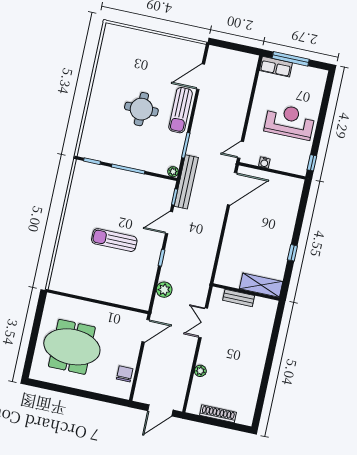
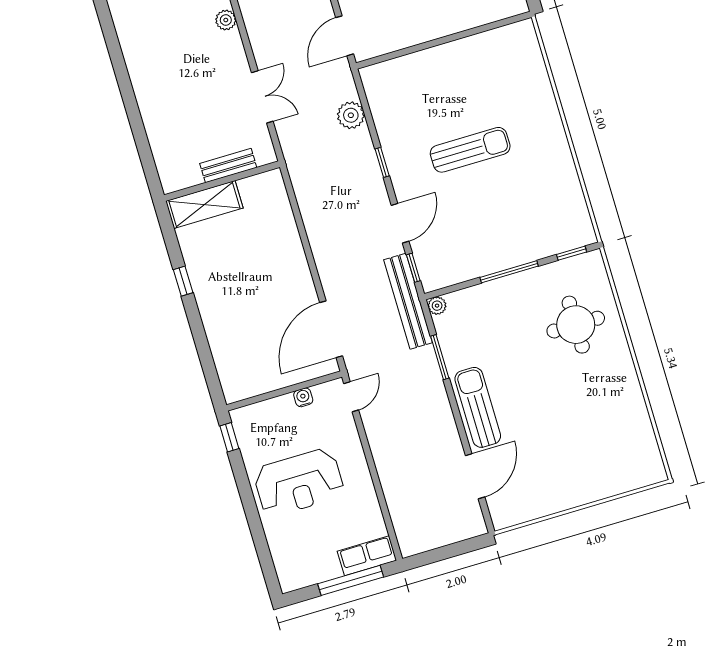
round table: (141, 109) -> (576, 325), moved

